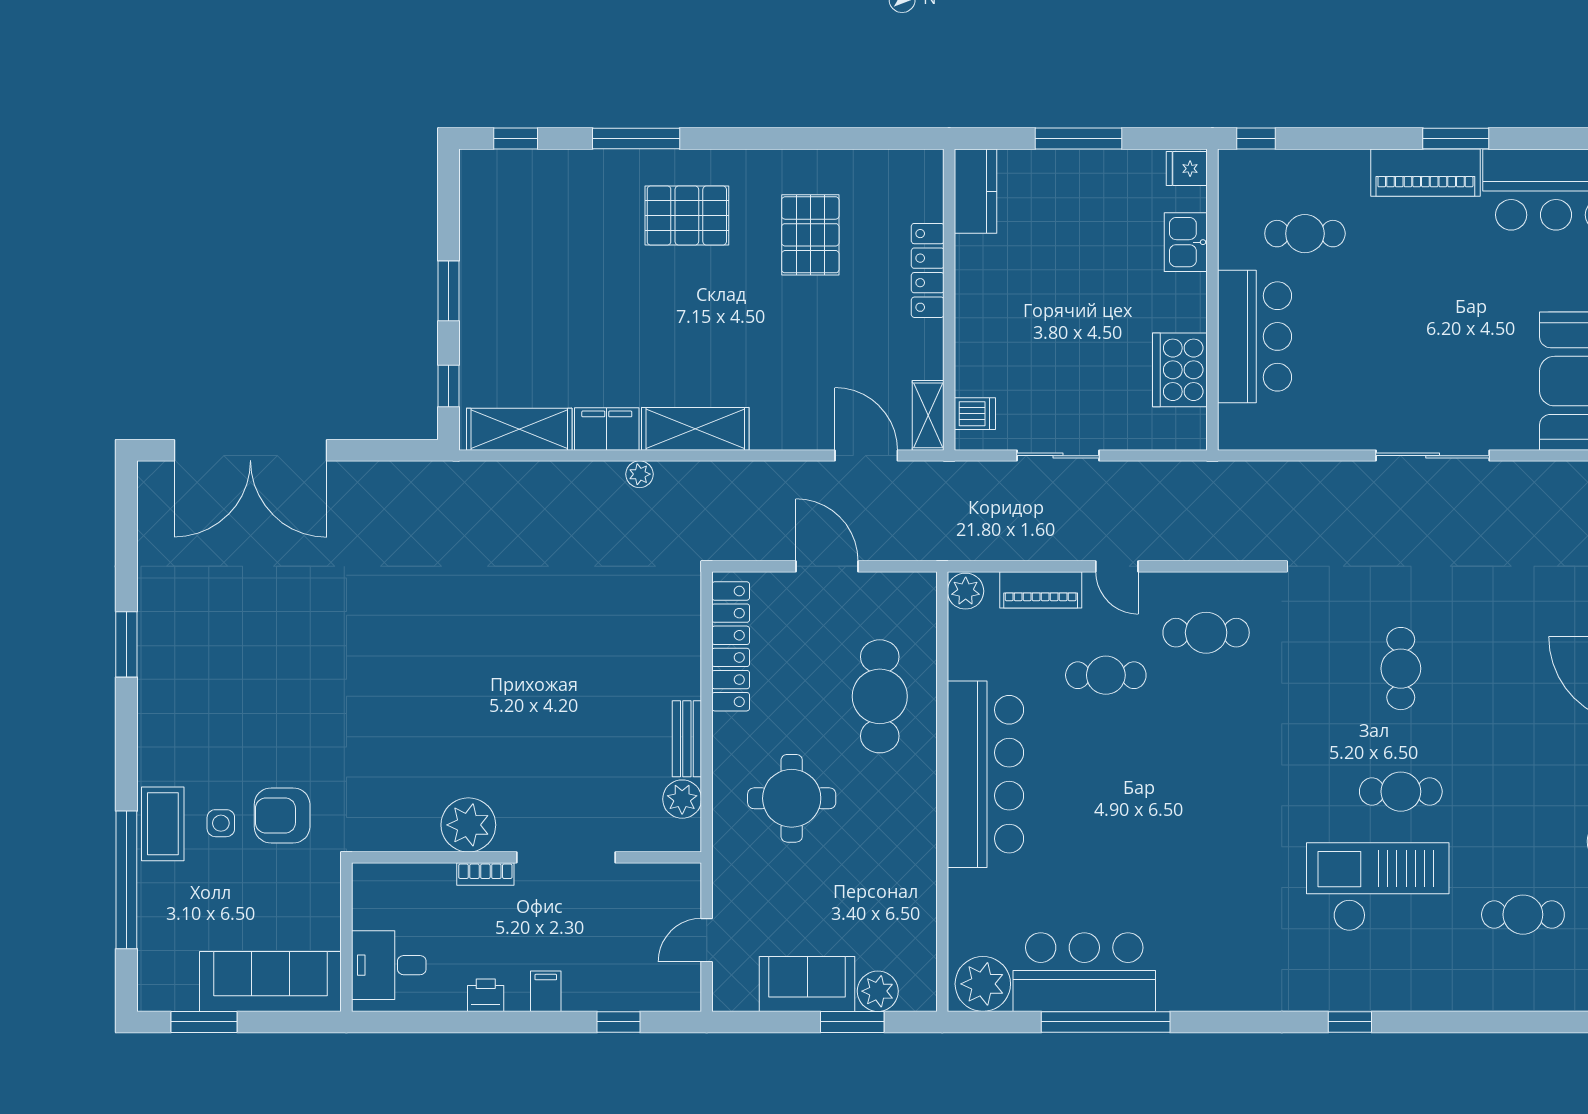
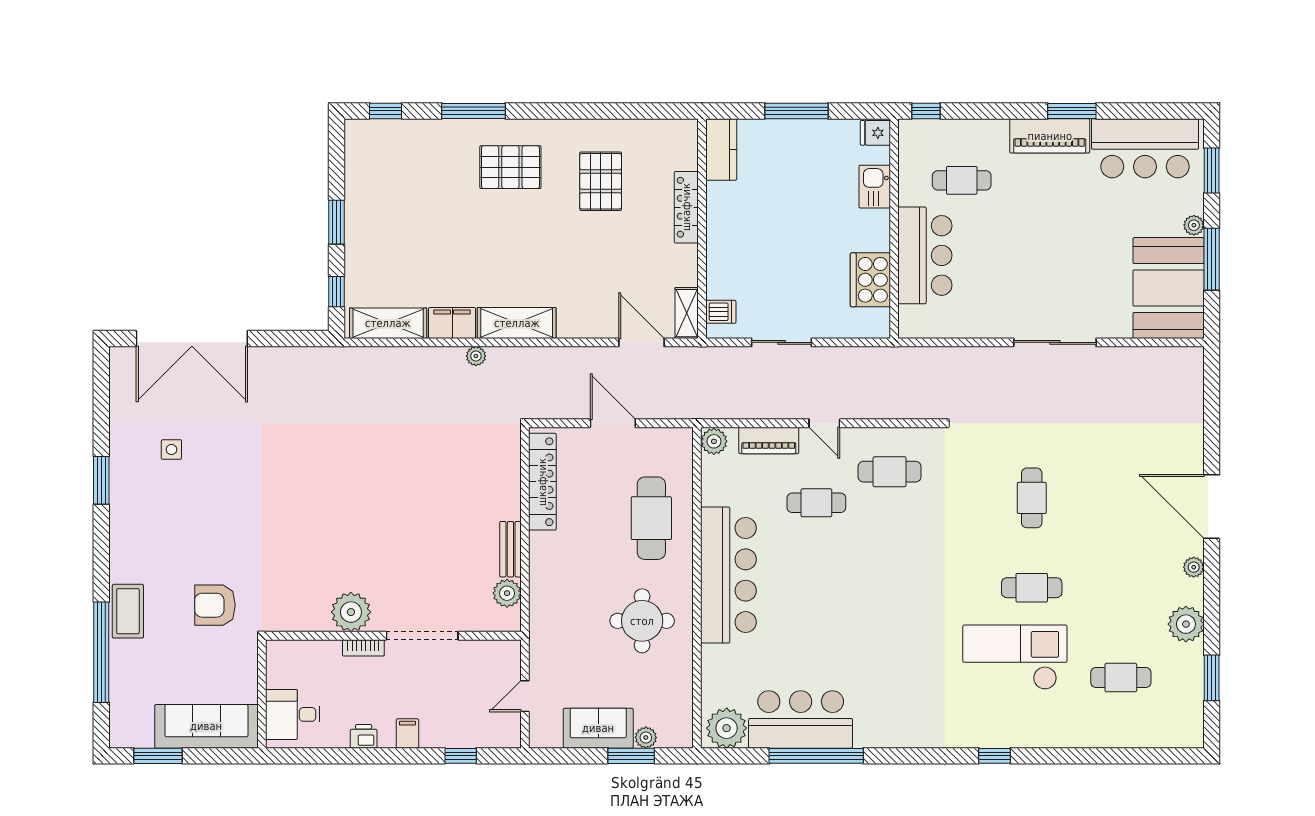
round table: (792, 798) -> (642, 621), moved
side table: (221, 823) -> (171, 450), moved
plant: (878, 991) -> (646, 738), width x0.73, depth x0.73

